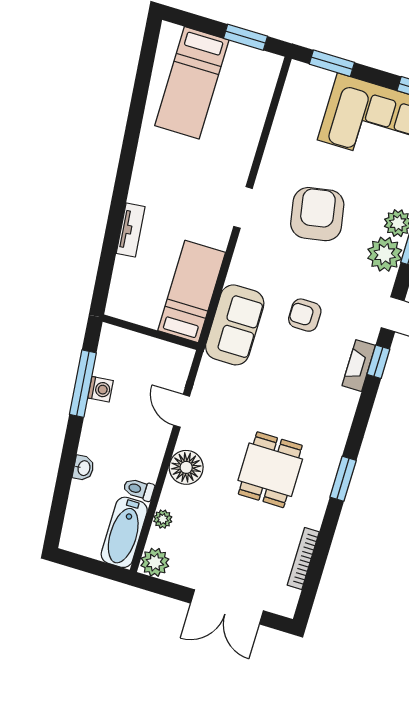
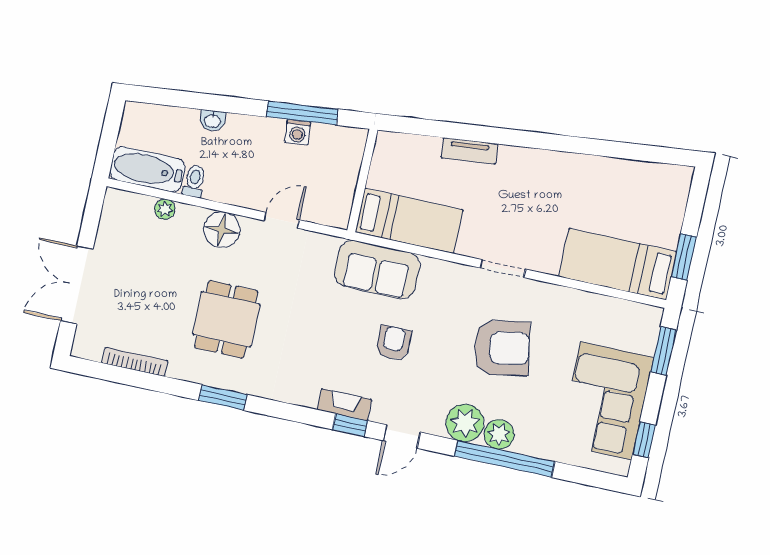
bed: (192, 83) -> (618, 264), moved
dining table: (270, 470) -> (226, 319), turned 90
plant: (155, 562) -> (118, 204), removed

